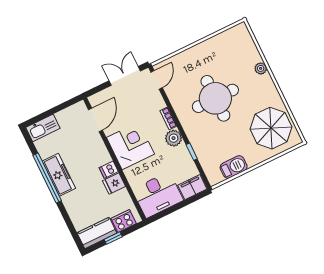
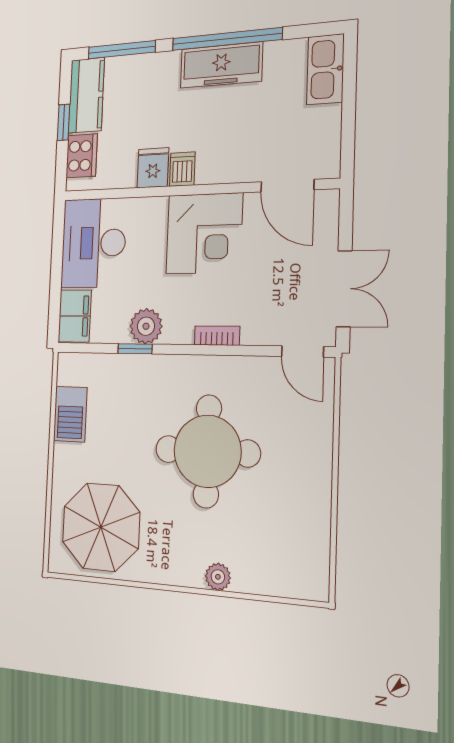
plant: (174, 138) -> (146, 326), moved
window: (70, 226) -> (122, 50), added

